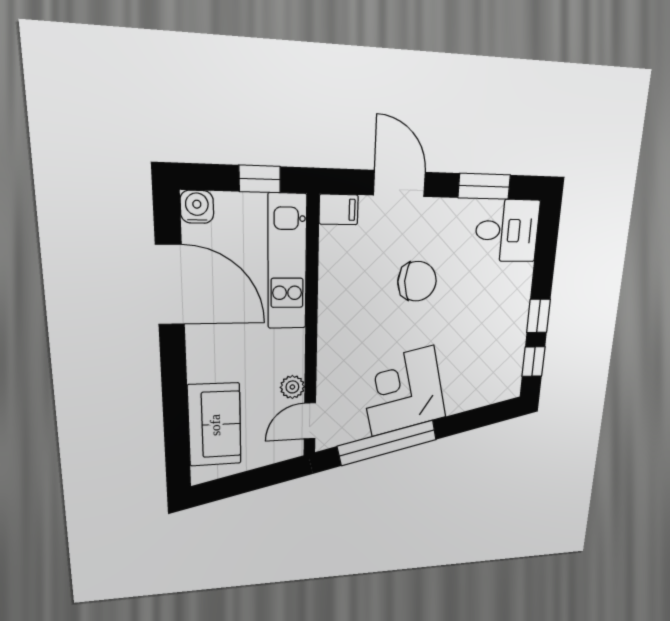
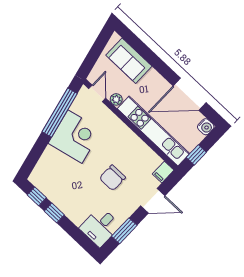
kitchen unit: (287, 262) -> (154, 131), width x1.36

